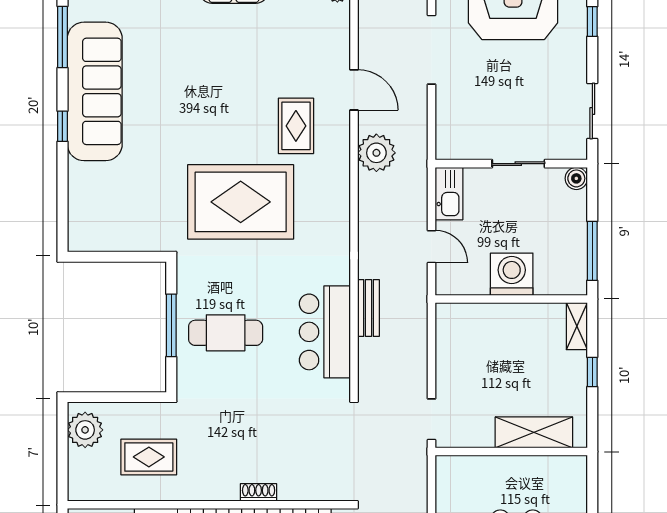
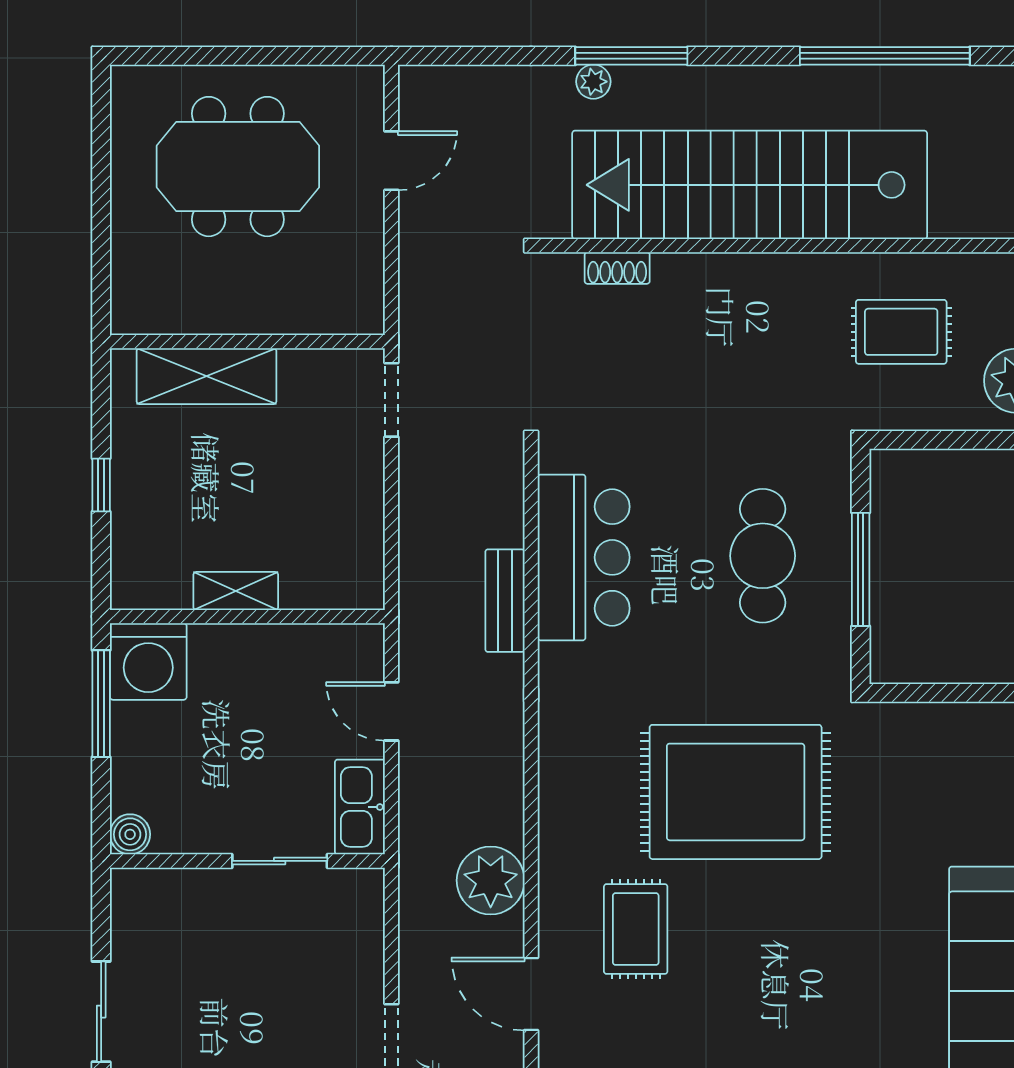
sliding door: (592, 111) -> (101, 1012), moved
sliding door: (518, 164) -> (280, 861), moved
washing machine: (512, 274) -> (148, 661), moved
shelving: (577, 326) -> (236, 591), moved, turned 90
cafe table: (226, 333) -> (763, 556), turned 90
shoe rack: (259, 492) -> (617, 268), moved

